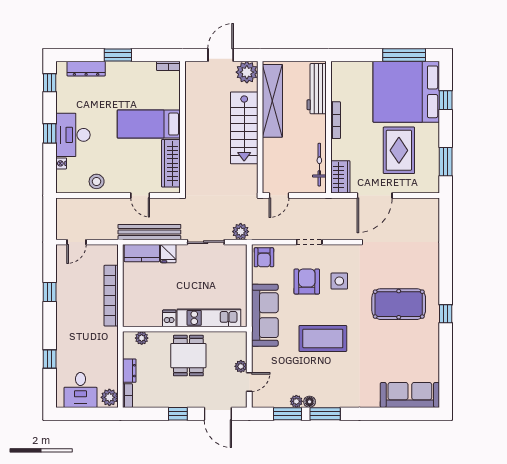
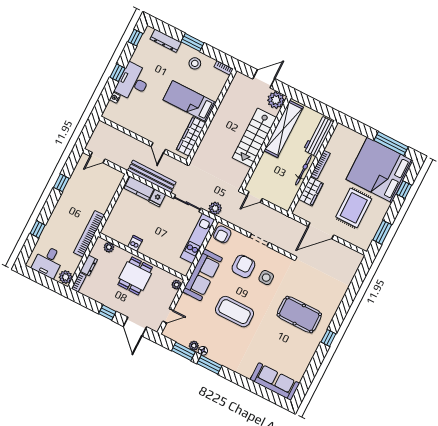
bicycle: (319, 165) -> (303, 170), moved
wardrobe: (340, 177) -> (311, 191), moved
stool: (97, 181) -> (195, 63), moved
bookcase: (111, 296) -> (89, 234), moved
kitchen unit: (209, 318) -> (198, 238), moved, turned -90
plant: (241, 366) -> (176, 285), moved

